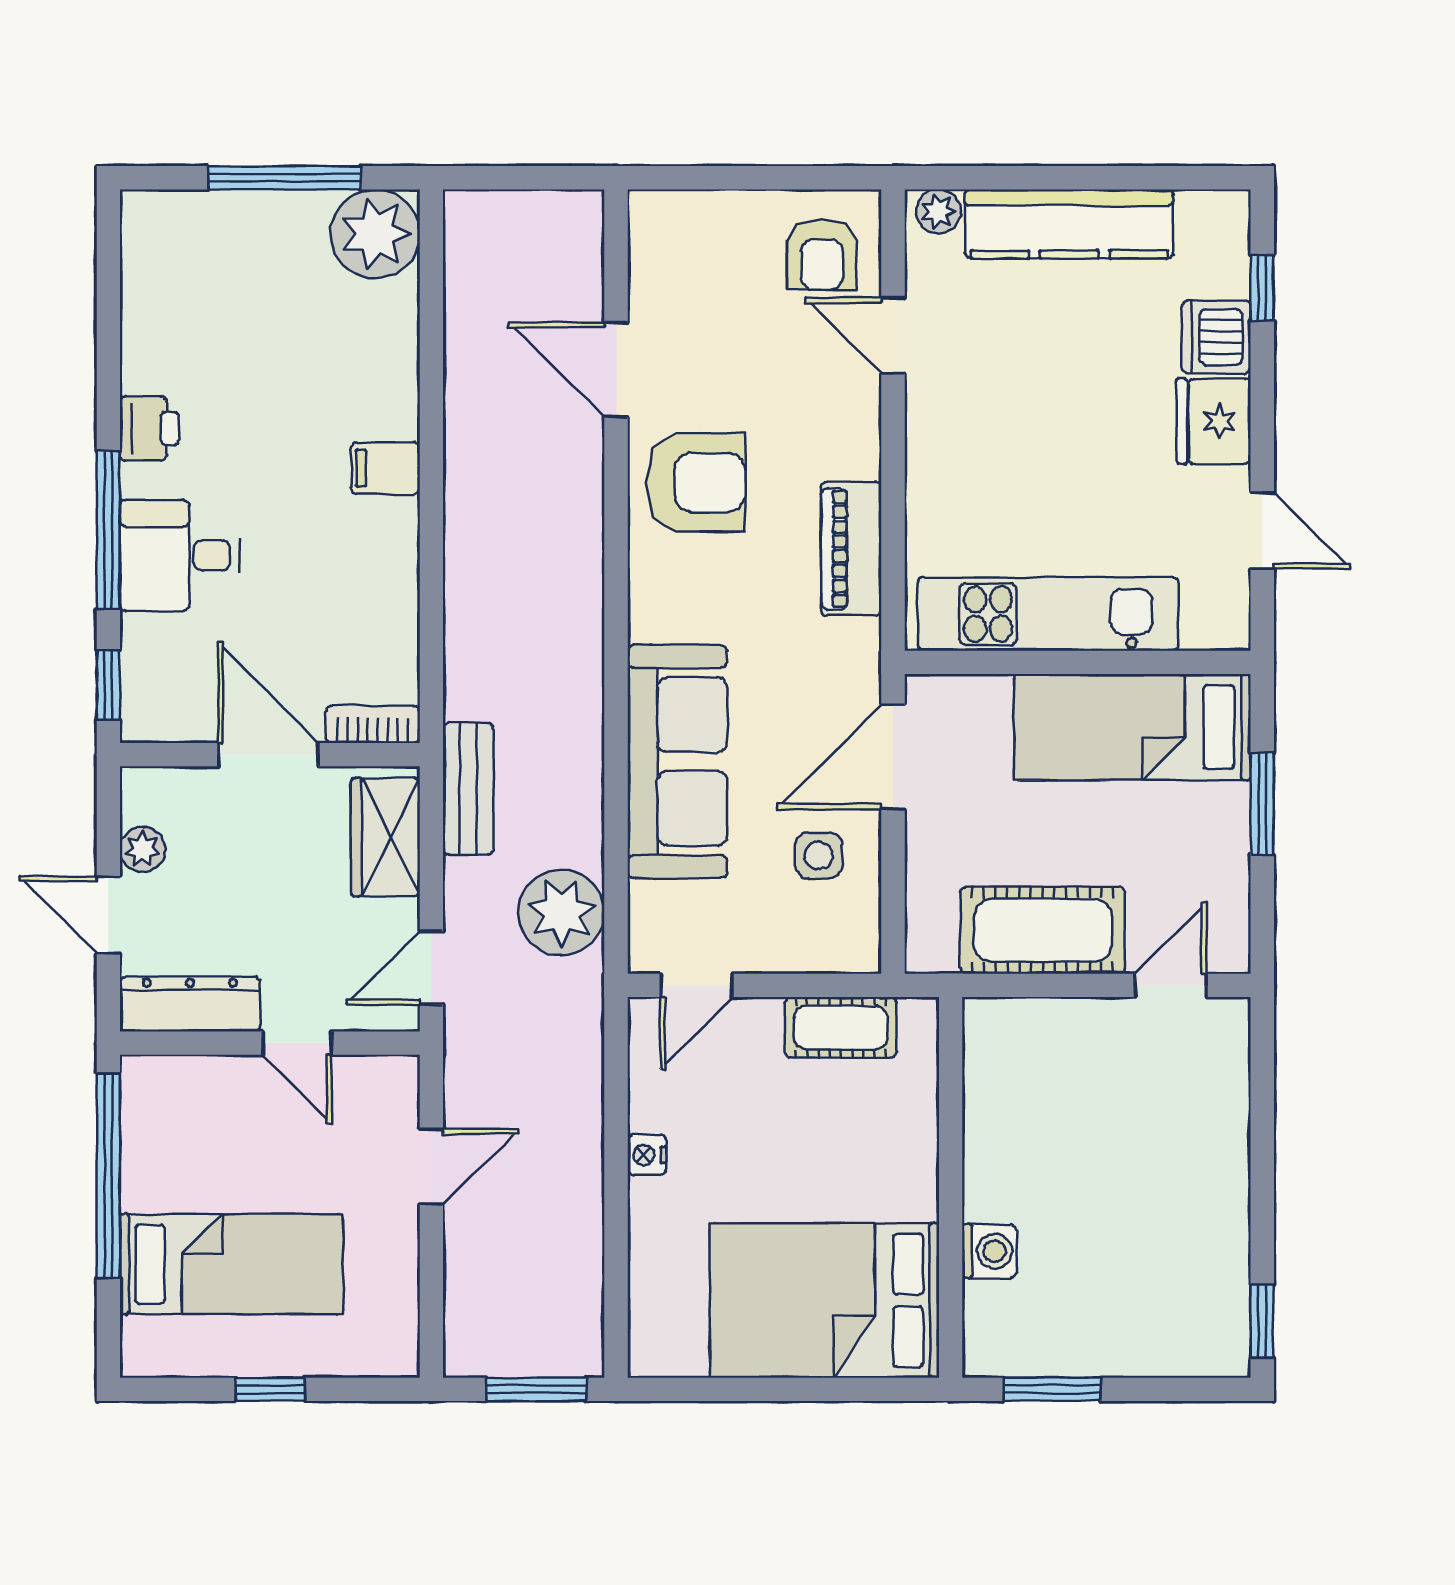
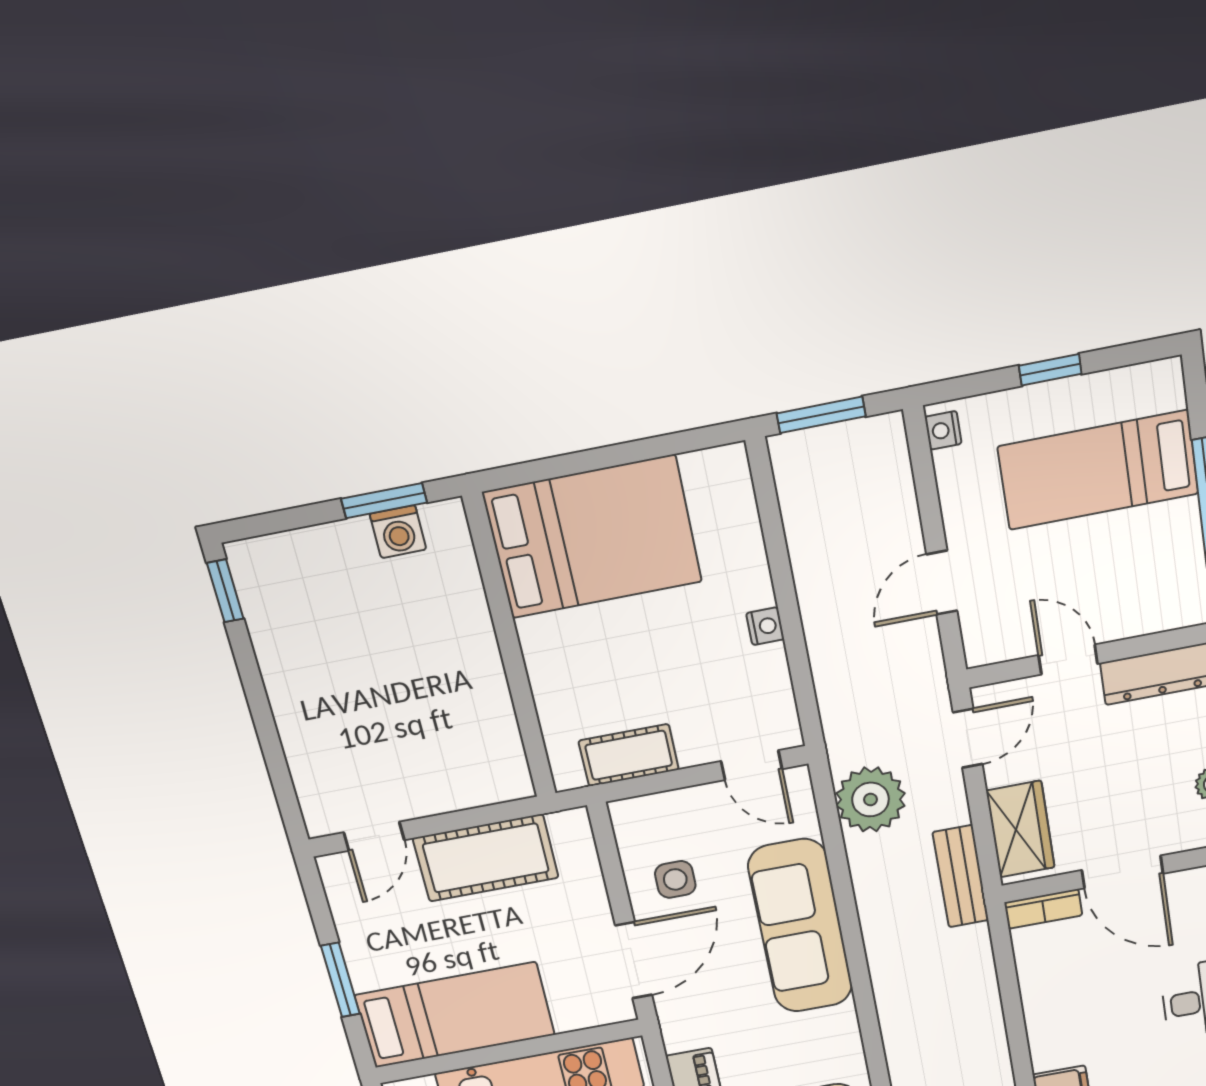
door: (696, 985) -> (752, 765), swing flipped
washing machine: (989, 1251) -> (398, 532), moved, turned -90
nightstand: (401, 1345) -> (943, 430), added

